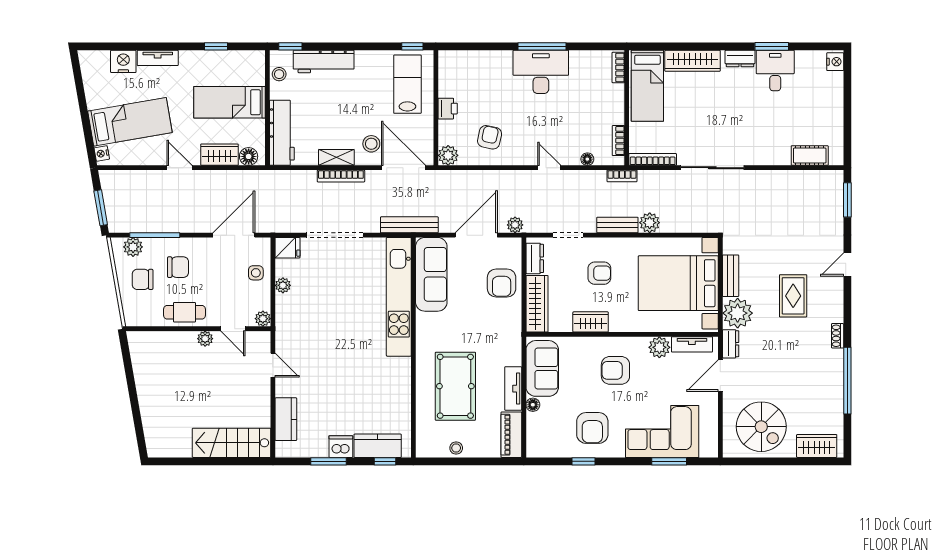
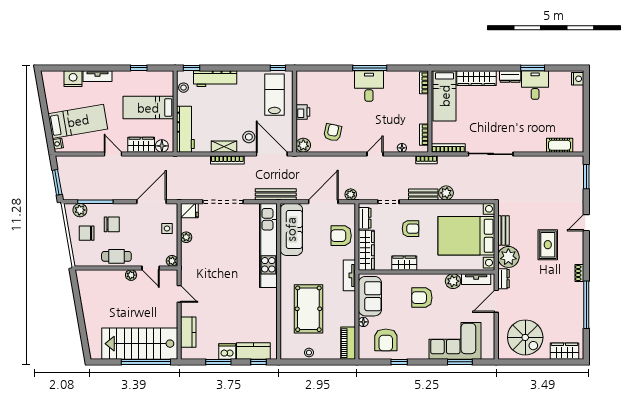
desk: (541, 72) -> (369, 86), width x0.73
door: (549, 168) -> (375, 154), hinge flipped
armchair: (502, 283) -> (341, 236), turned 90
tv unit: (513, 389) -> (349, 275), moved
armchair: (592, 428) -> (386, 340), moved
stairs: (232, 443) -> (140, 344), width x1.36, depth x1.51
window: (226, 461) -> (146, 362), added

